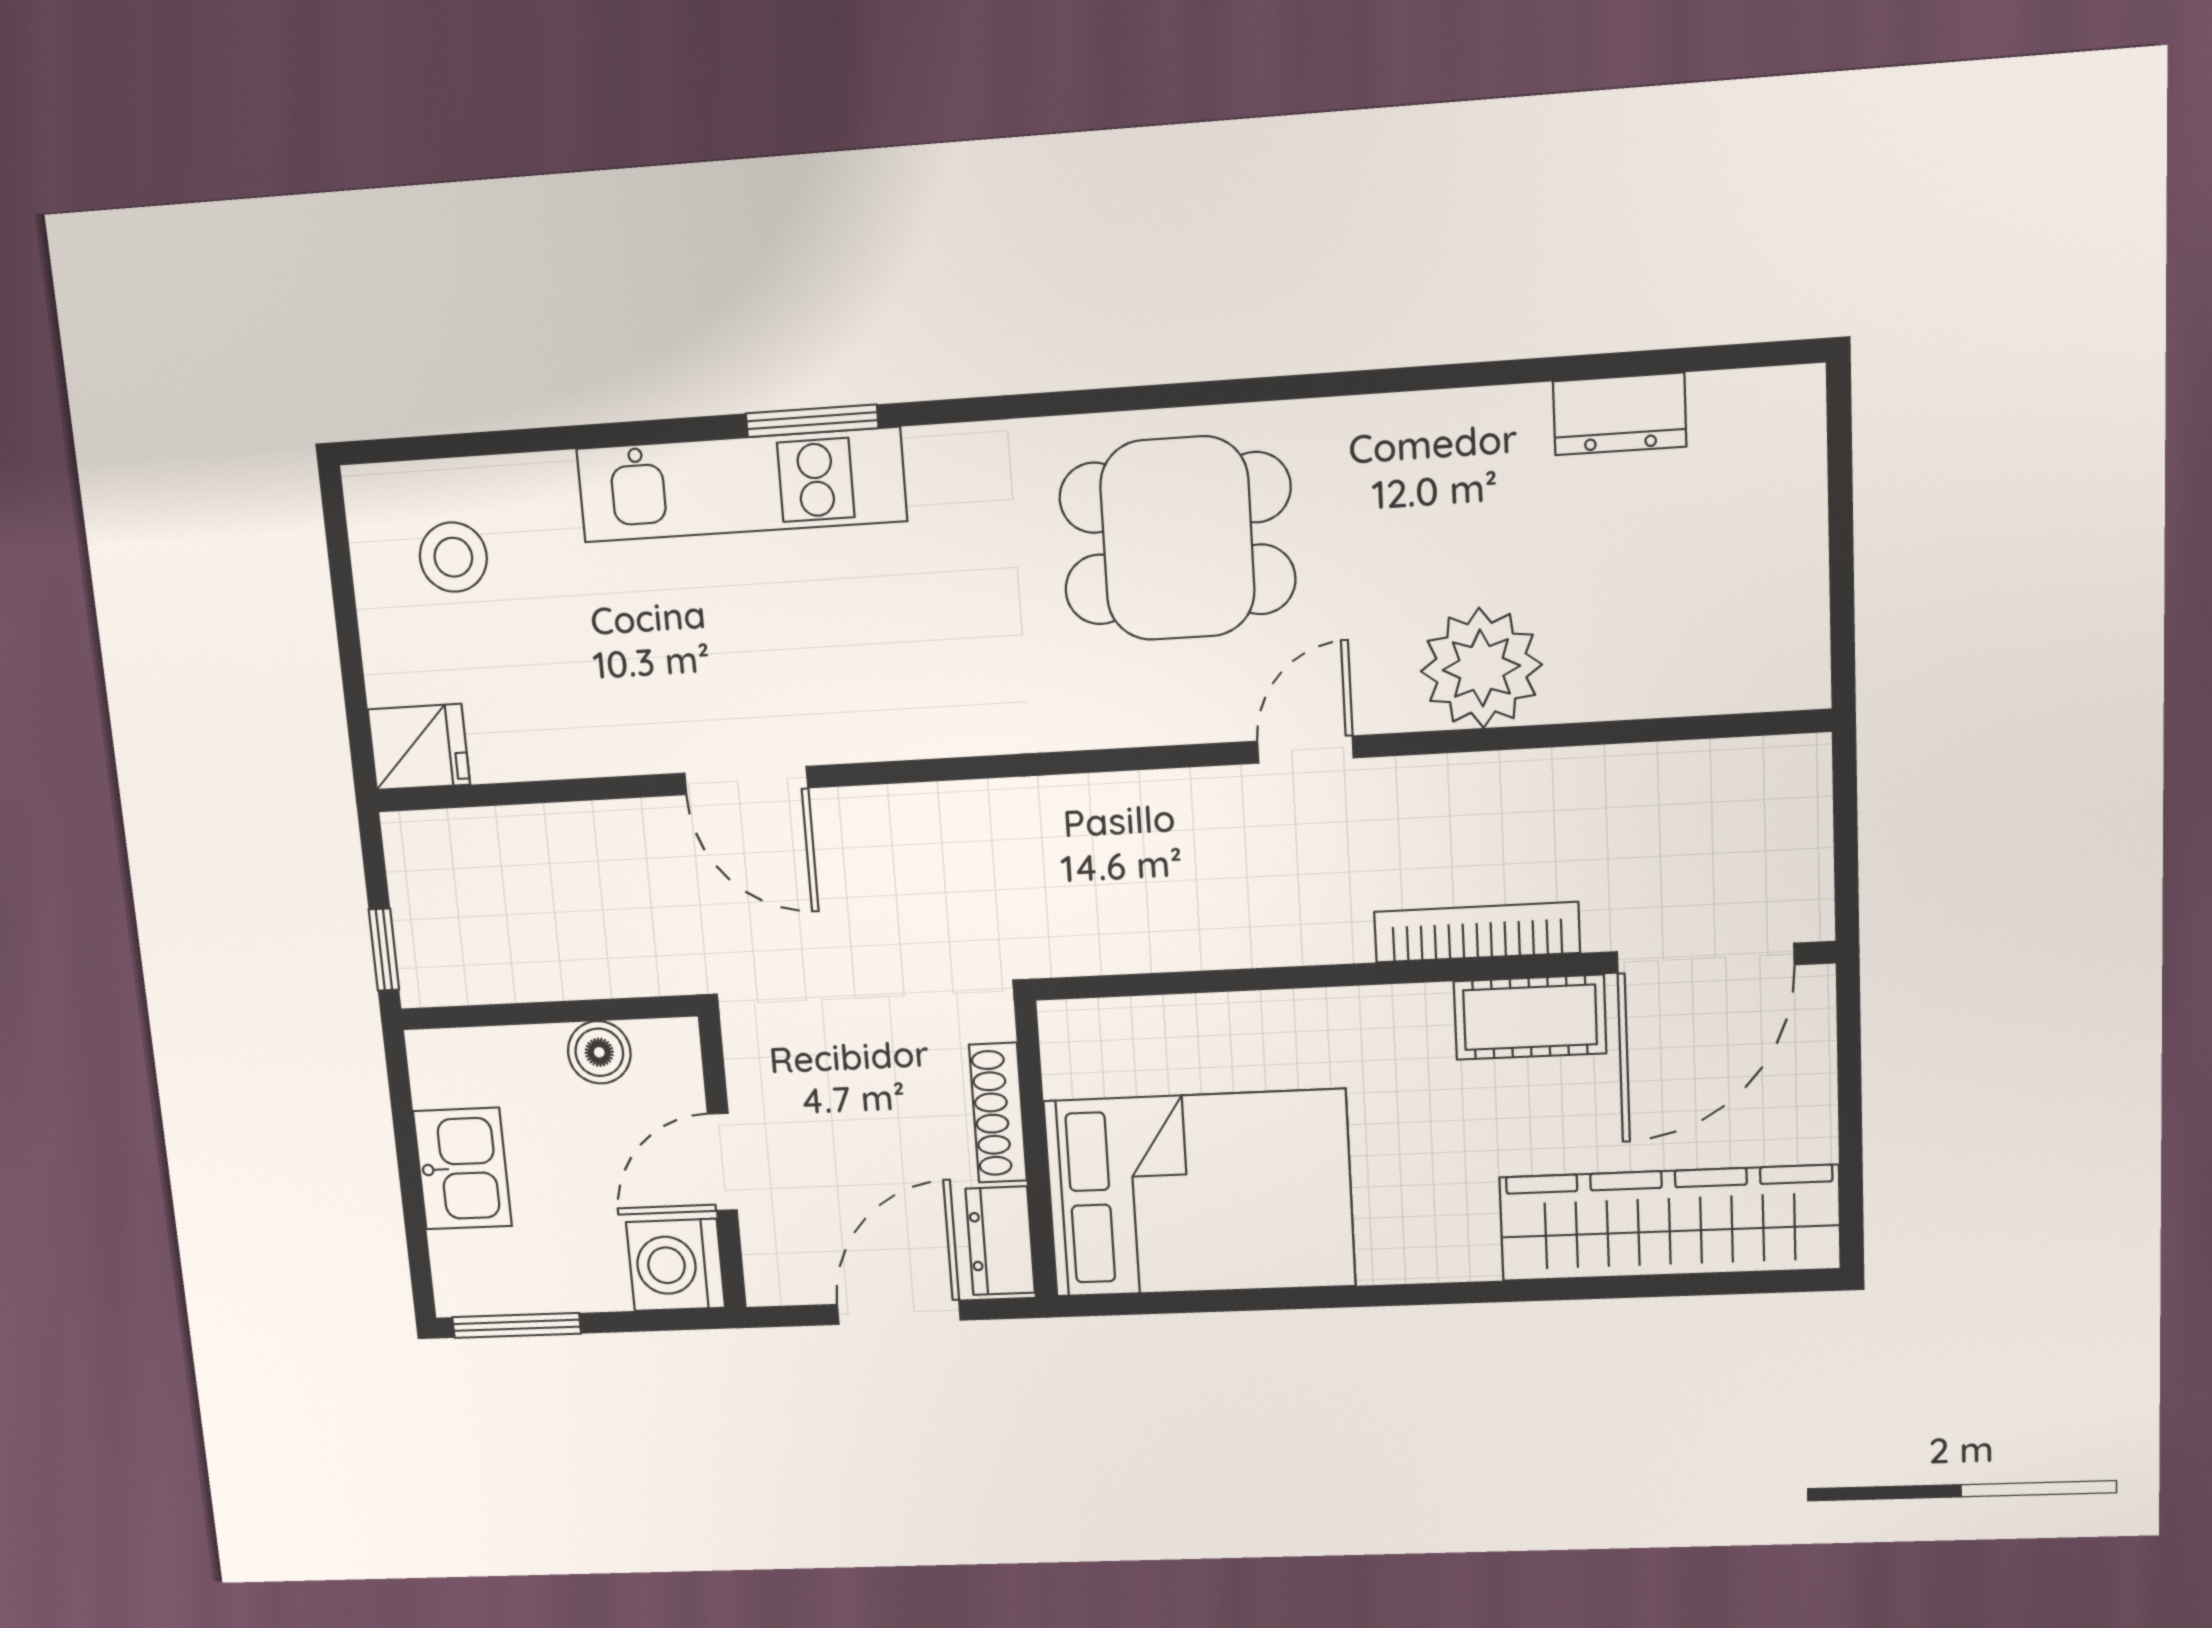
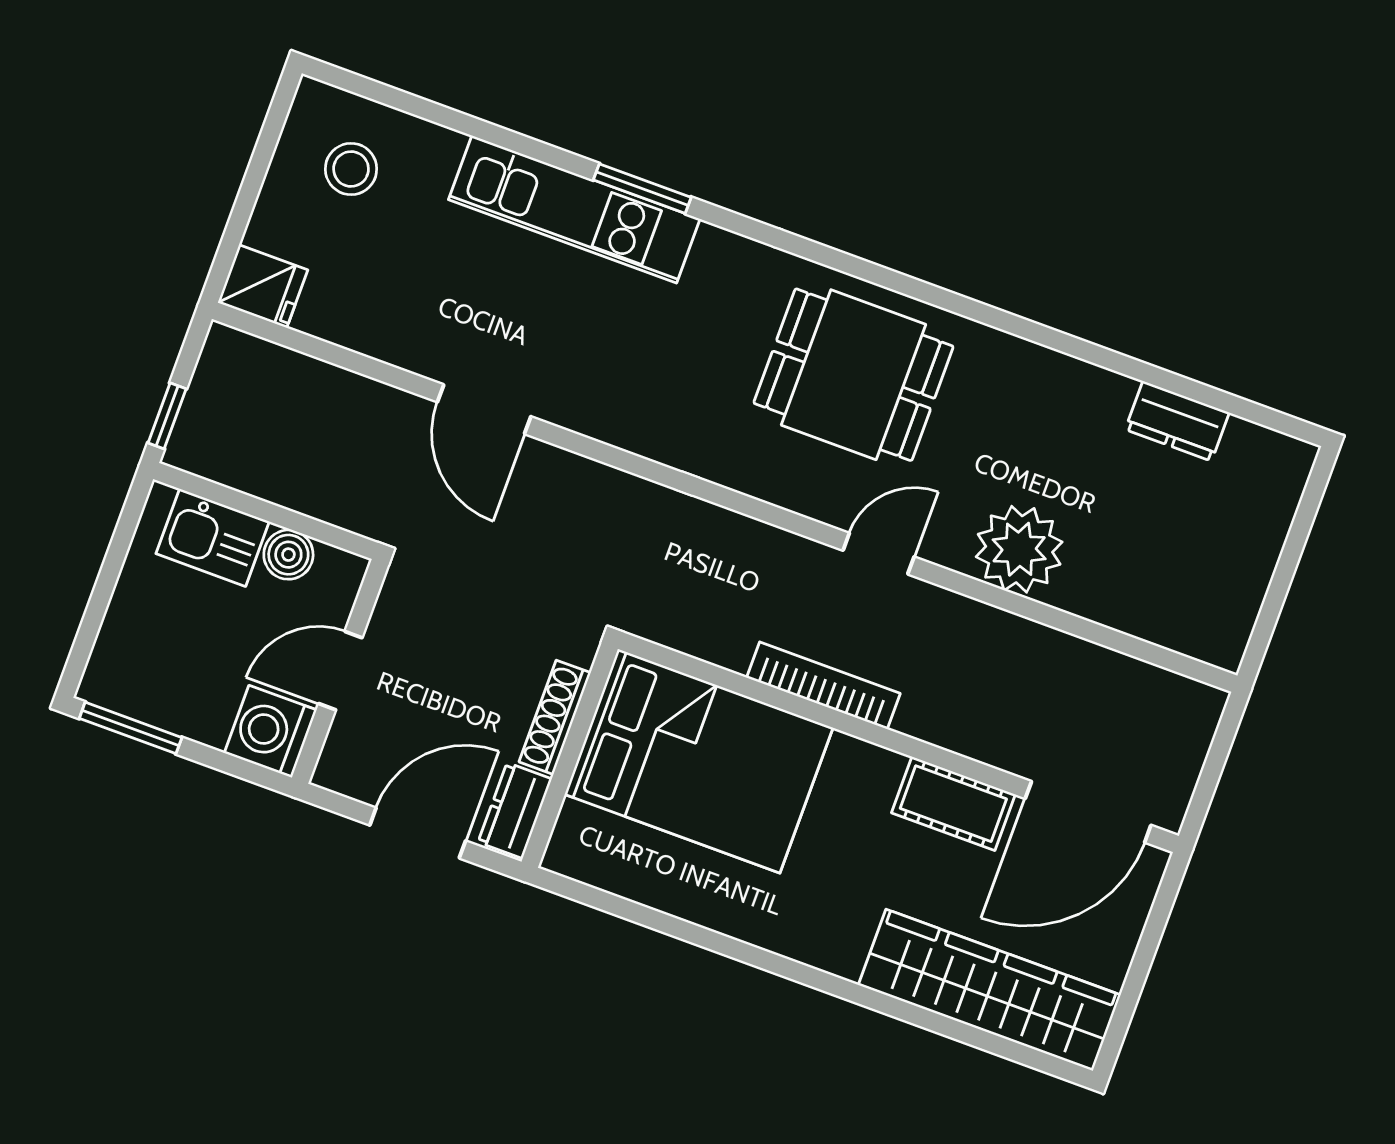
bookcase: (1477, 932) -> (823, 686), moved
kitchen sink: (463, 1169) -> (213, 538), moved, turned 90
bed: (1200, 1194) -> (699, 761), moved

